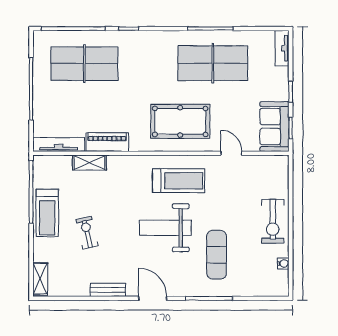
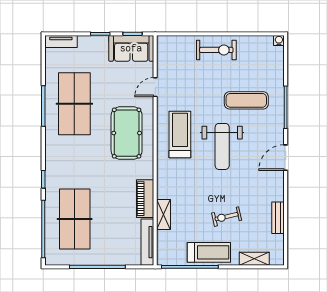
water cooler: (283, 264) -> (279, 41), moved
shelving: (40, 279) -> (254, 259), moved
bench: (108, 290) -> (278, 218), moved

